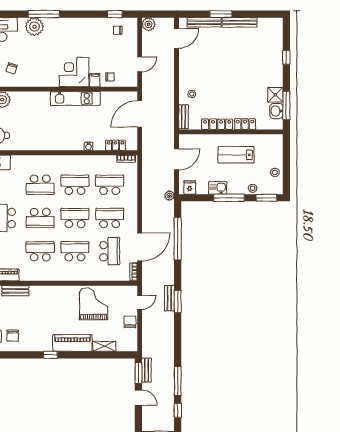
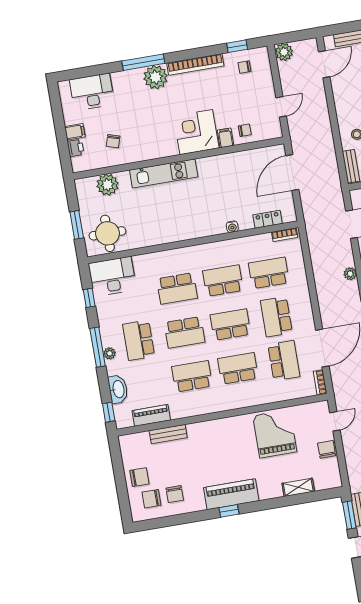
bookcase: (82, 22) -> (195, 64), added
plant: (35, 27) -> (156, 77), moved
kitchen unit: (75, 98) -> (164, 173), moved
school desk: (110, 218) -> (276, 317), turned -90
piano: (72, 343) -> (231, 494), moved

